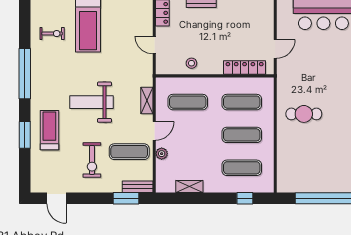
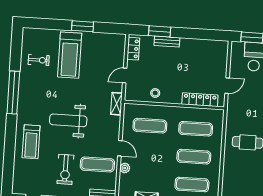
door: (154, 45) -> (125, 76), hinge flipped
shelving: (147, 100) -> (116, 104), moved
treadmill: (49, 130) -> (31, 142), turned 180
door: (154, 131) -> (120, 148), hinge flipped
window: (25, 135) -> (10, 144), removed

